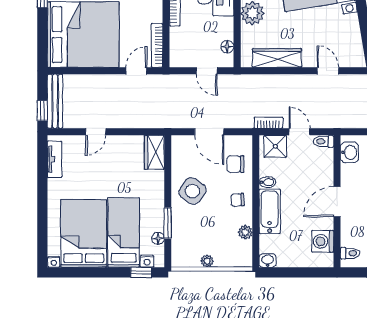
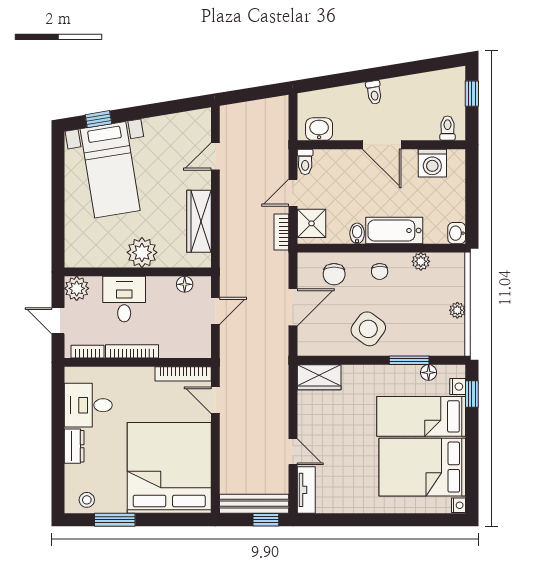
tv unit: (54, 159) -> (306, 490), moved, turned 90

